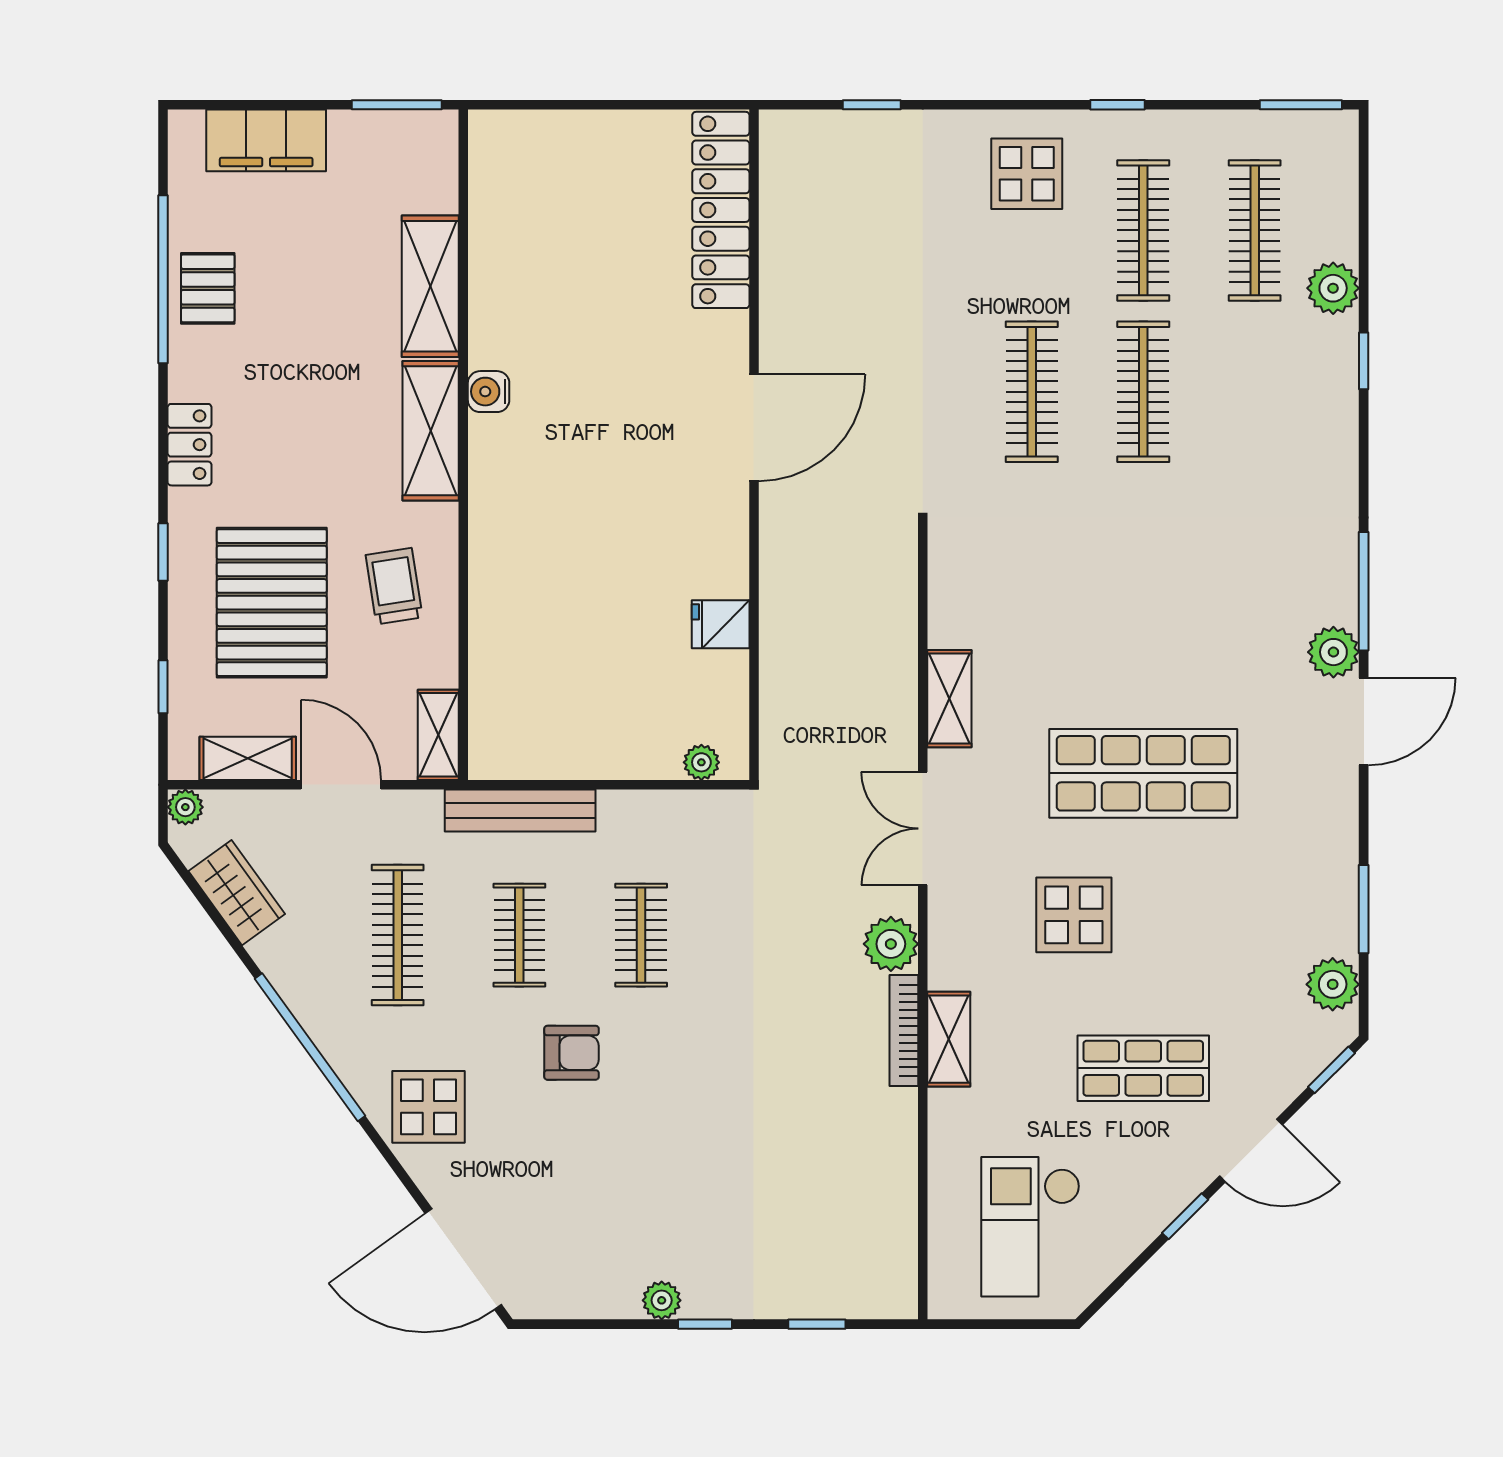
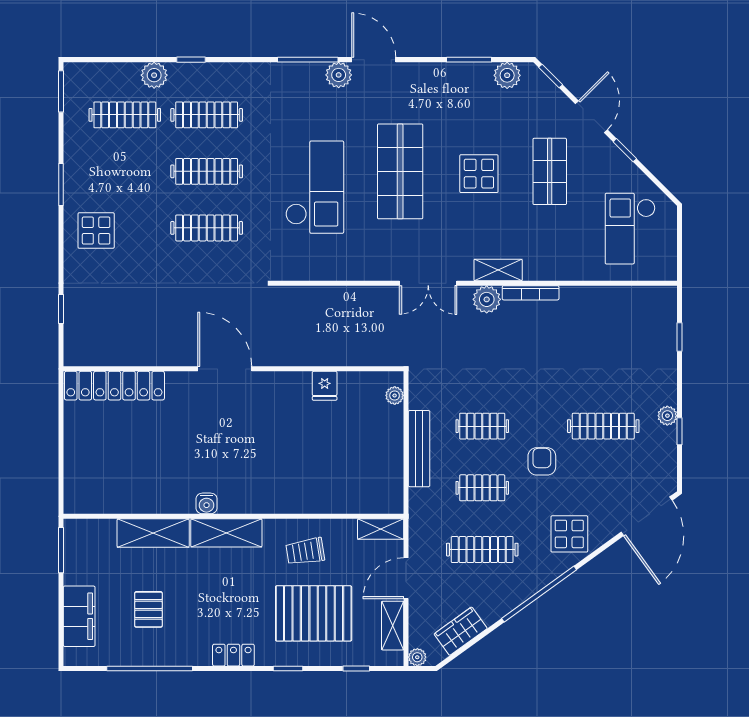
window: (1117, 105) -> (61, 184), width x1.50
clothes rail: (1143, 230) -> (207, 115), moved
pallet: (208, 288) -> (148, 609), moved, turned 90
checkout: (1112, 605) -> (315, 187), added
shelving: (949, 699) -> (362, 270), removed
bench: (520, 811) -> (419, 449), moved
display table: (1074, 915) -> (479, 174), moved
shelving: (949, 1039) -> (498, 270), moved
clothes rail: (641, 1174) -> (603, 426), added
checkout: (1031, 1227) -> (630, 229), turned 90
window: (705, 1324) -> (679, 431), moved

